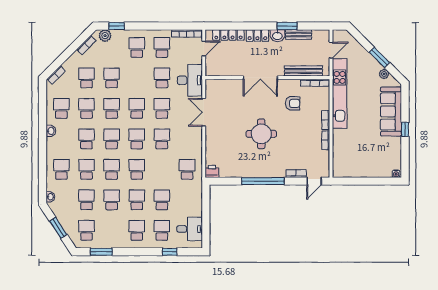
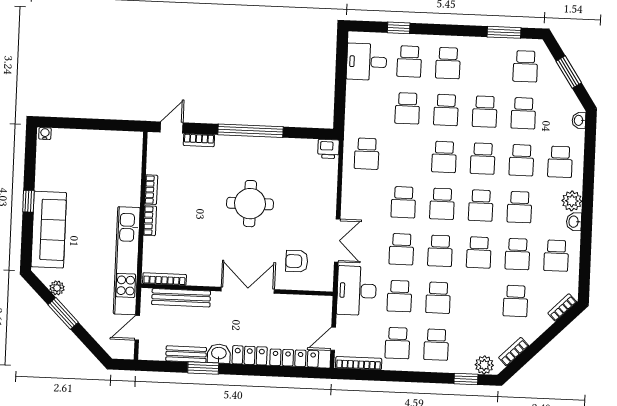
school desk: (112, 78) -> (438, 298), moved
armchair: (293, 103) -> (297, 261), moved
plant: (53, 144) -> (572, 201), added

